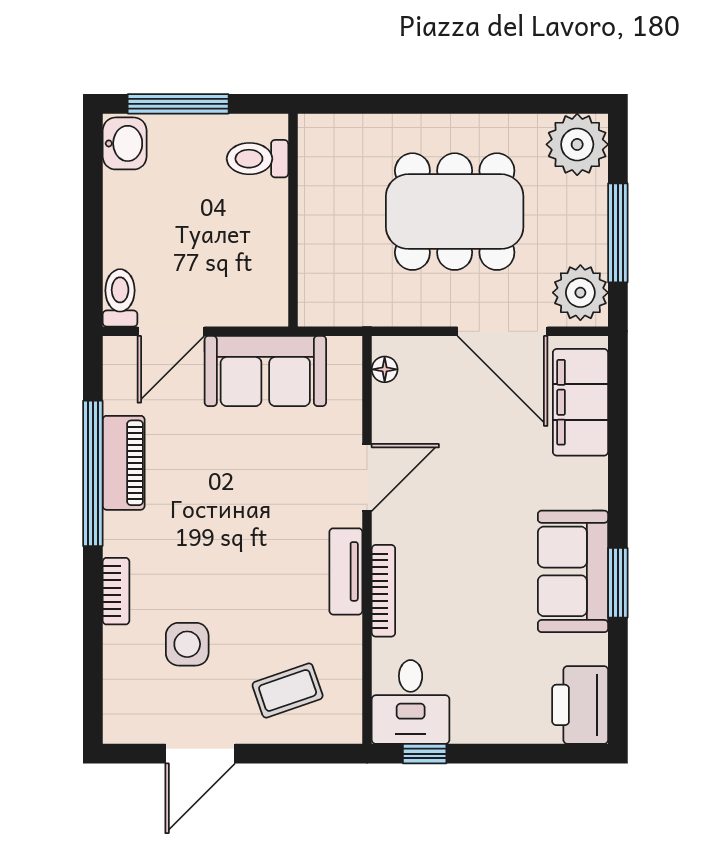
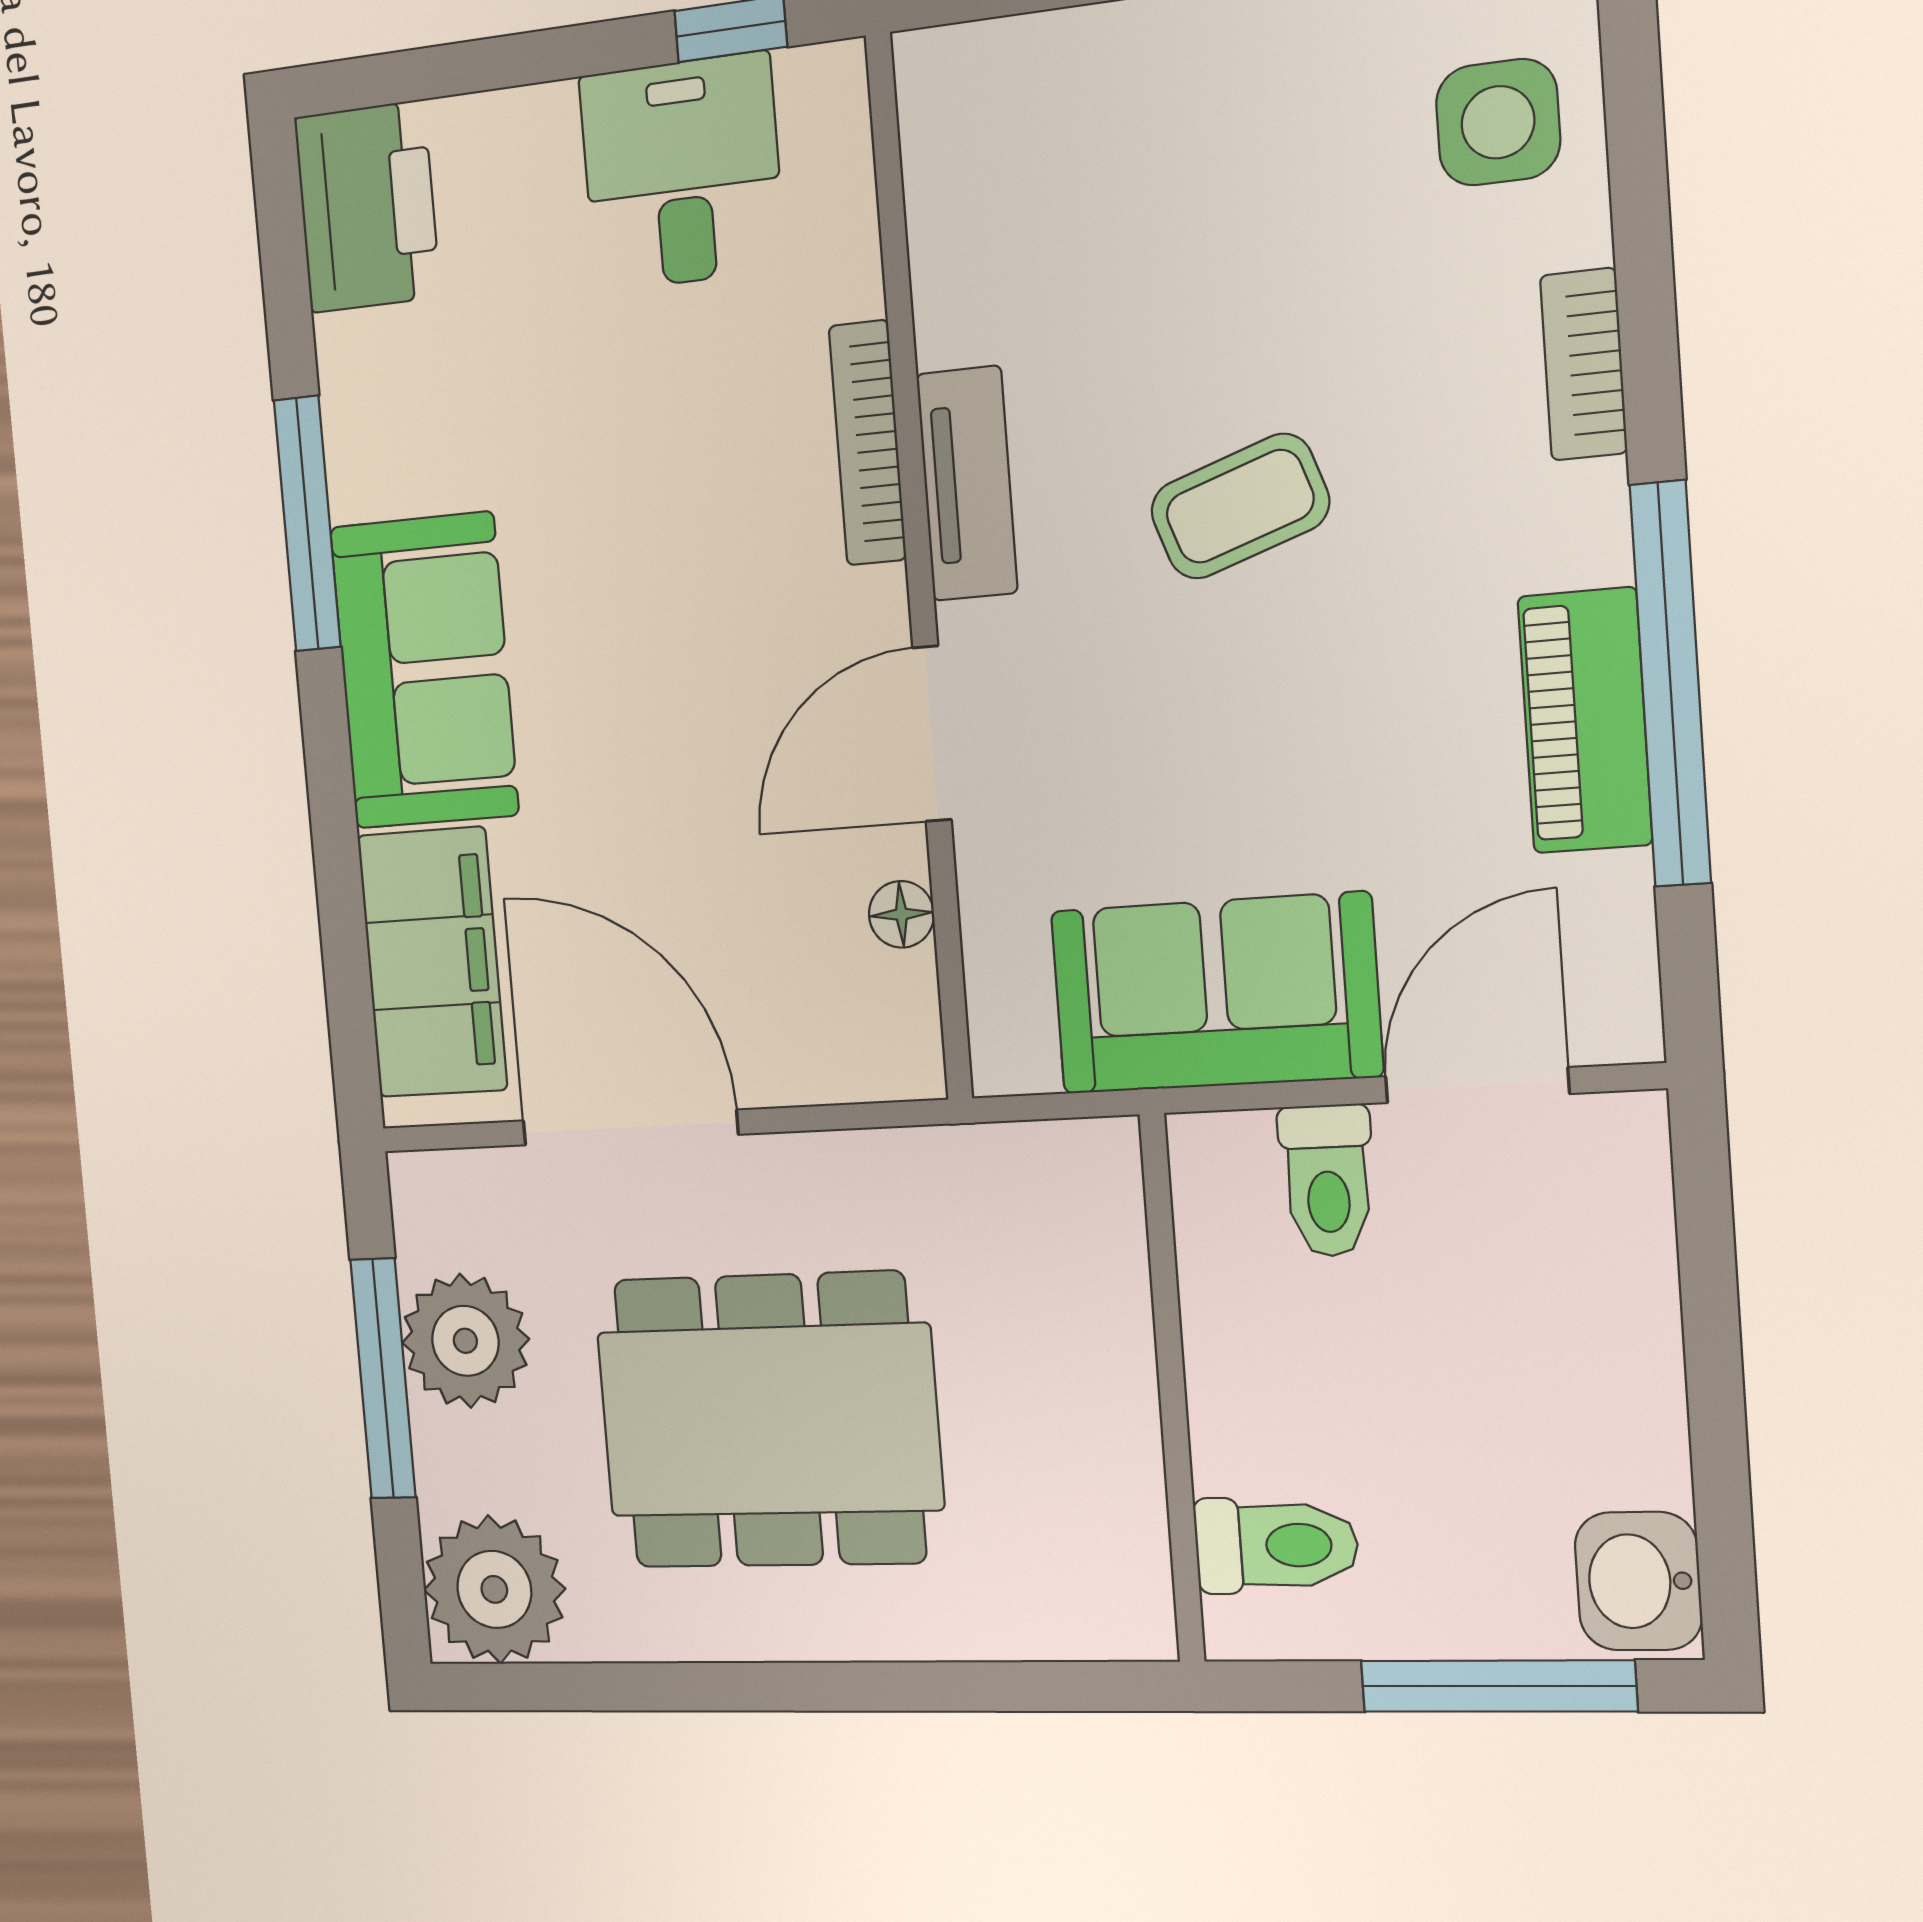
plant: (580, 293) -> (465, 1341), moved
toilet: (120, 298) -> (1327, 1181), moved
floor lamp: (385, 369) -> (901, 914), moved
sofa: (573, 571) -> (424, 671), moved
window: (618, 583) -> (307, 524), width x1.44
side table: (187, 644) -> (1498, 122), moved
coffee table: (288, 690) -> (1240, 506), moved
desk: (411, 702) -> (682, 172), moved

